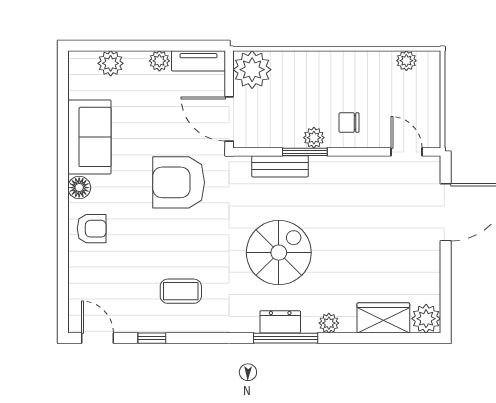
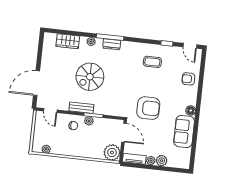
plant: (111, 63) -> (162, 161), moved
bench: (280, 166) -> (81, 108), moved
armchair: (92, 229) -> (188, 79), moved
spiral stairs: (279, 253) -> (90, 77), moved
plant: (426, 319) -> (50, 39), removed

